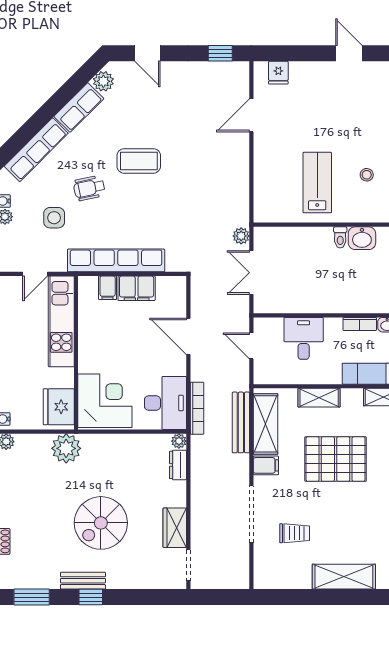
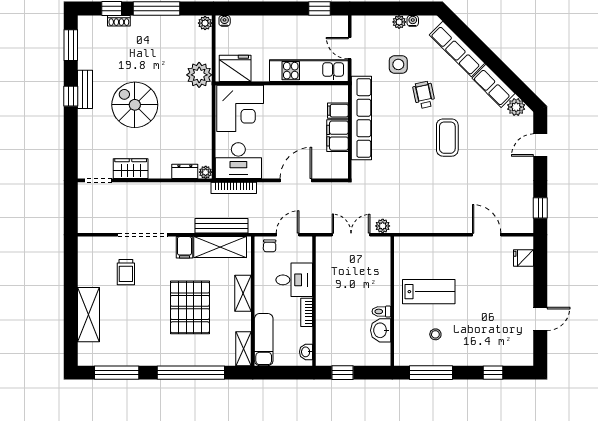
bookcase: (360, 324) -> (307, 312), moved
chair: (264, 367) -> (270, 246), added

